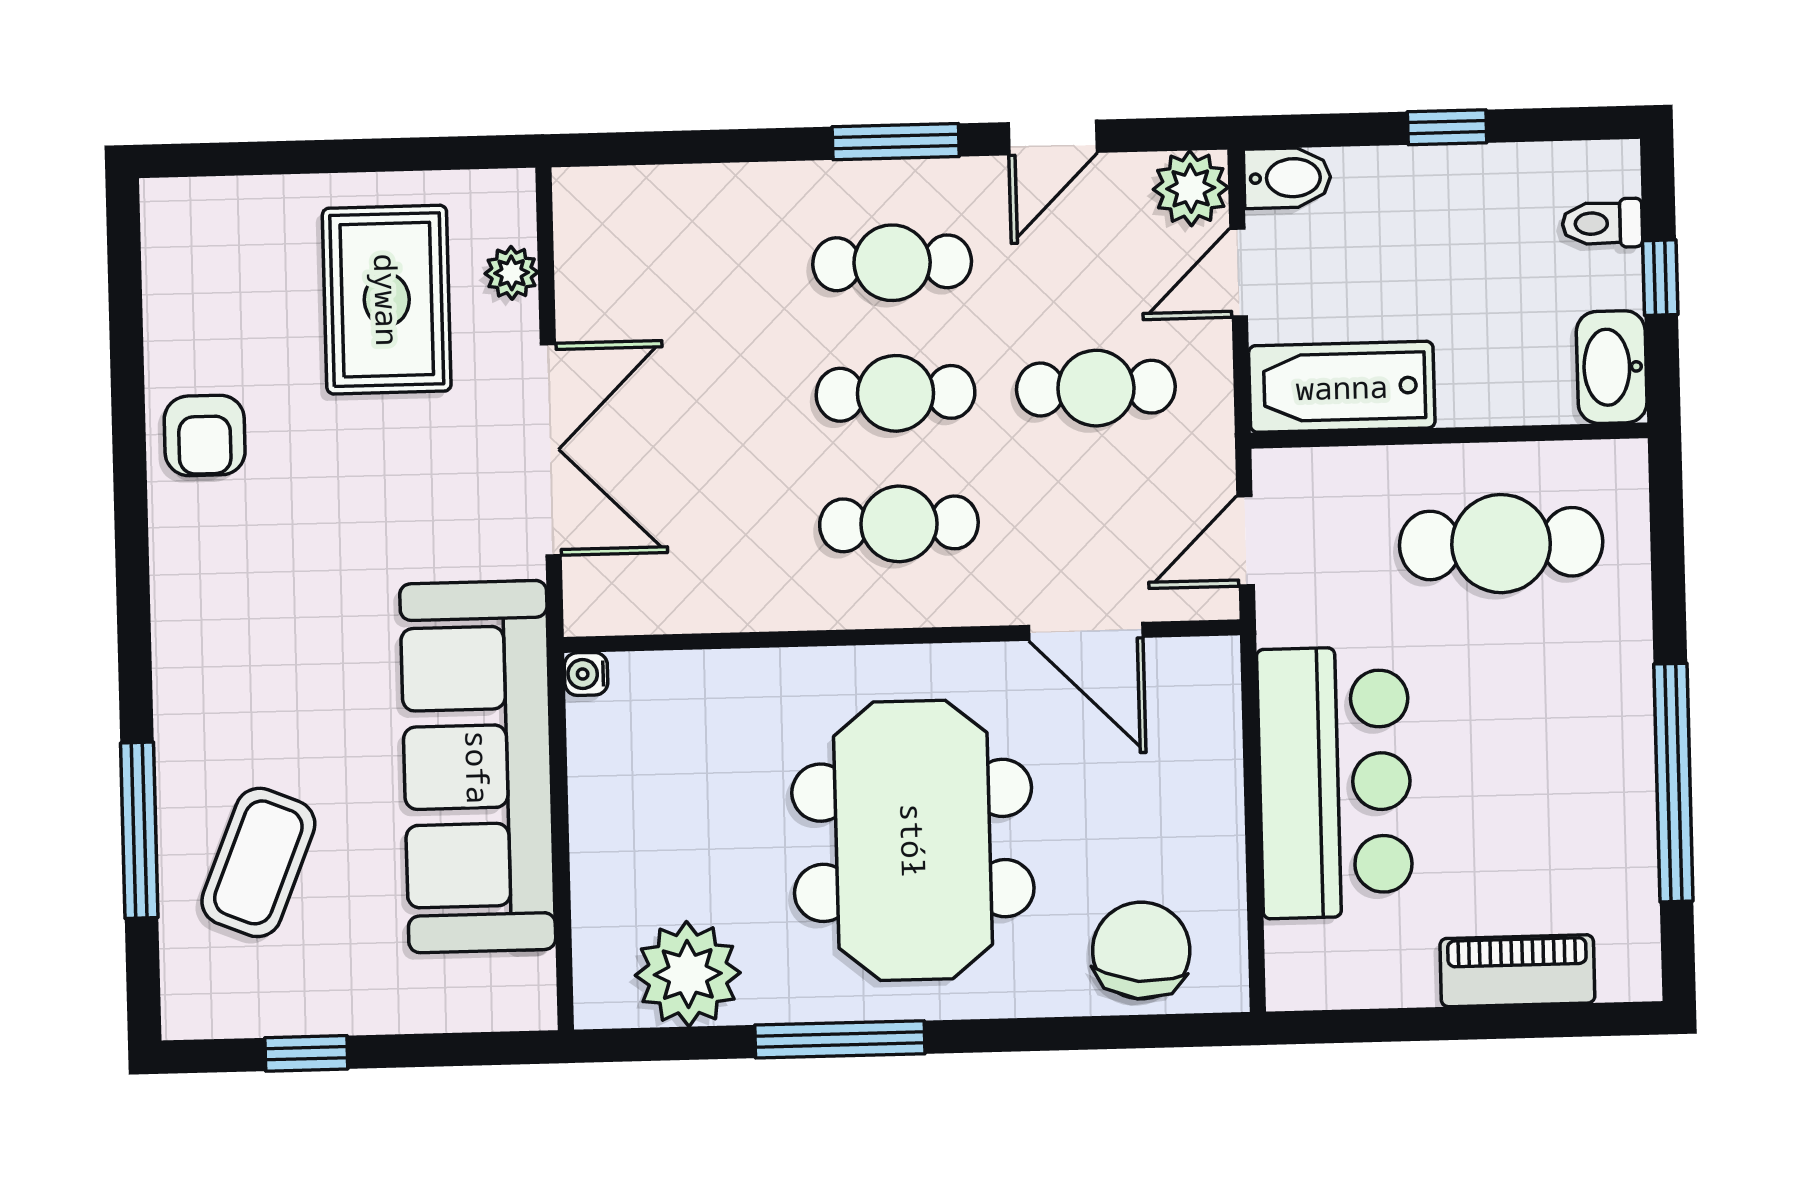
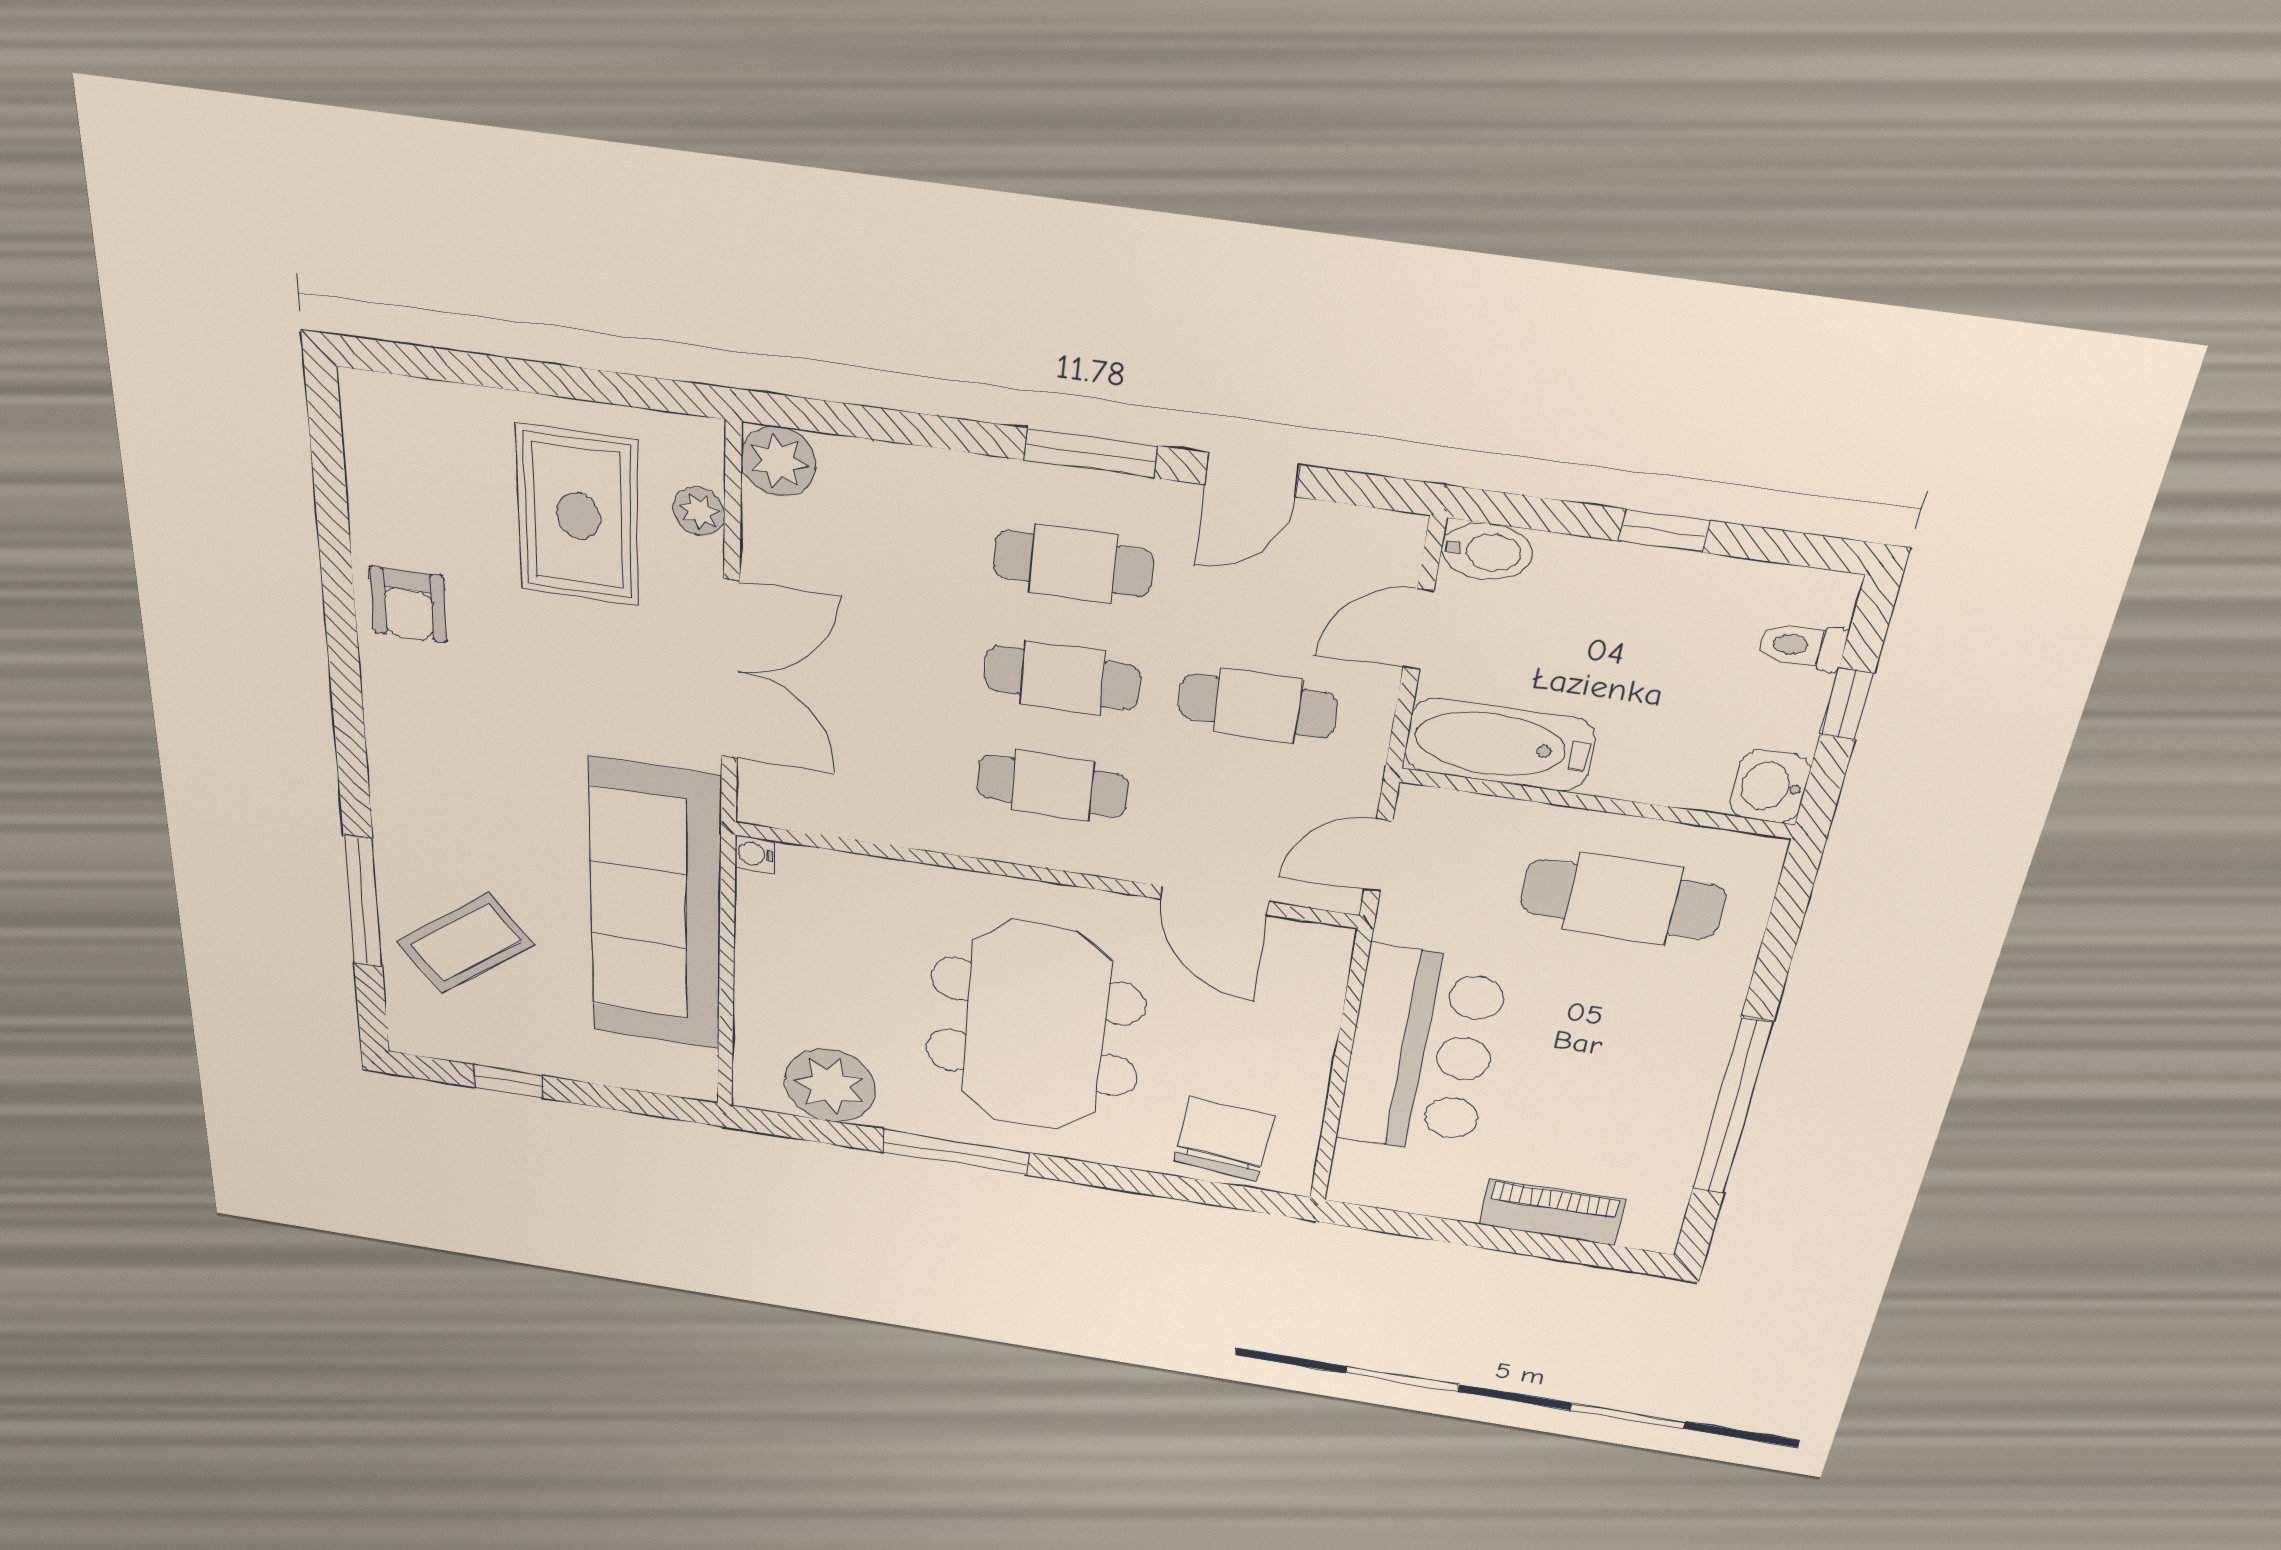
plant: (1191, 188) -> (778, 462), moved
washbasin: (1612, 367) -> (1770, 786), width x0.72
coffee table: (258, 862) -> (466, 943), turned 30

